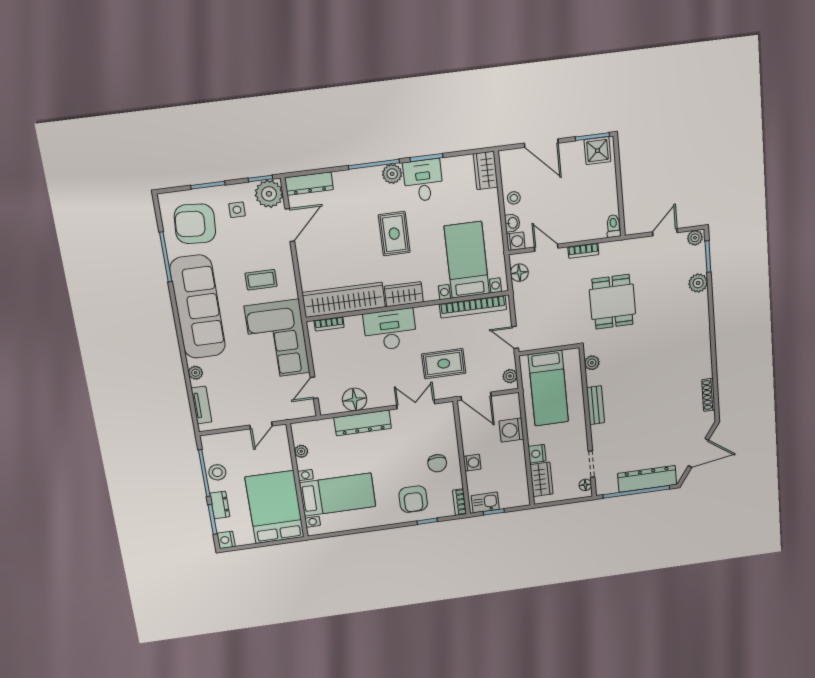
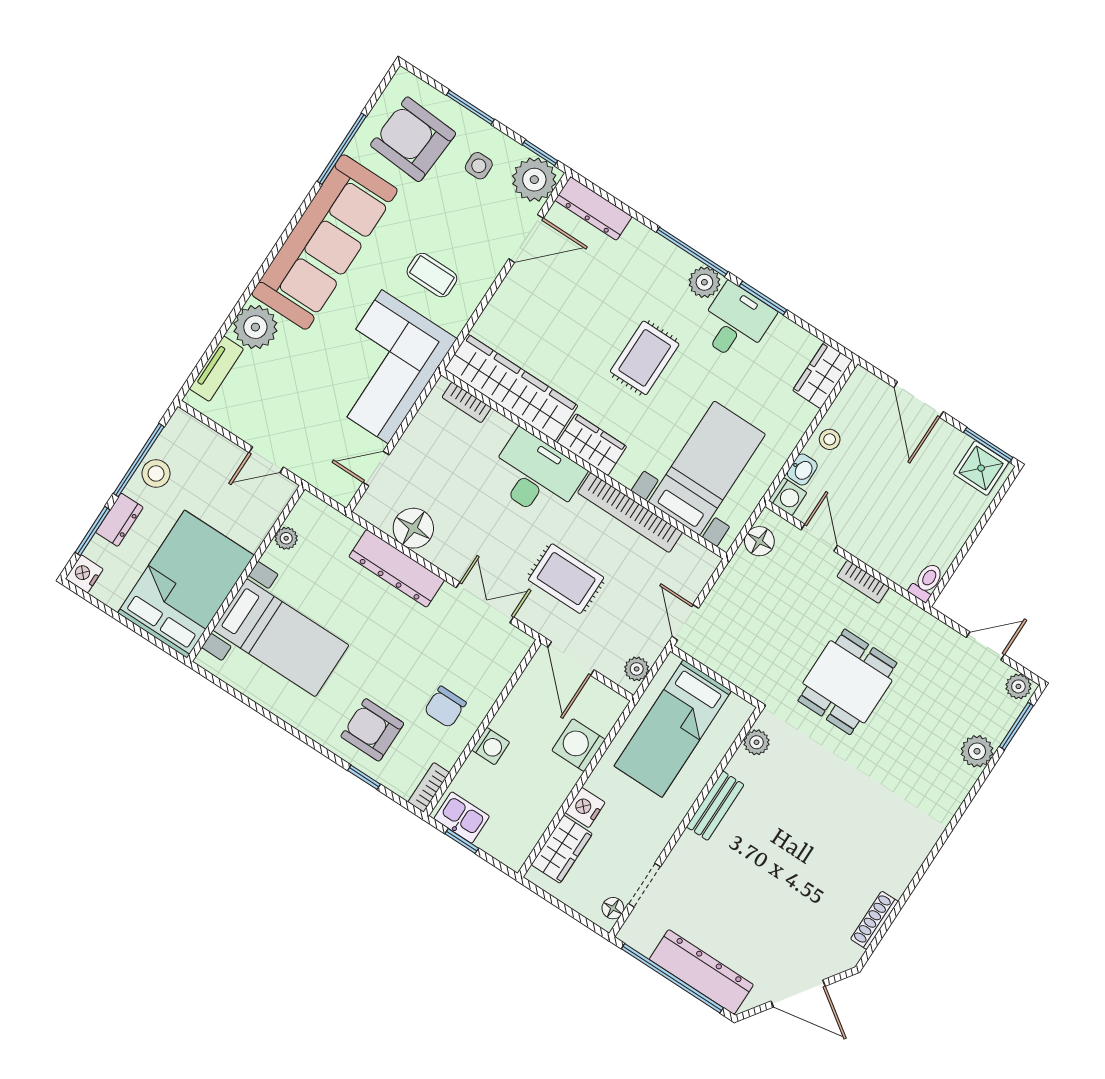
bookcase: (473, 307) -> (630, 513), moved
plant: (196, 373) -> (255, 327), width x1.88, depth x1.88
armchair: (413, 499) -> (372, 730), turned 90

